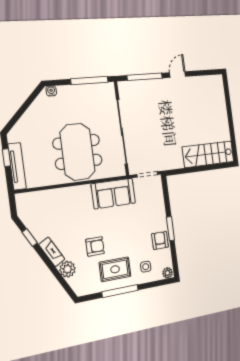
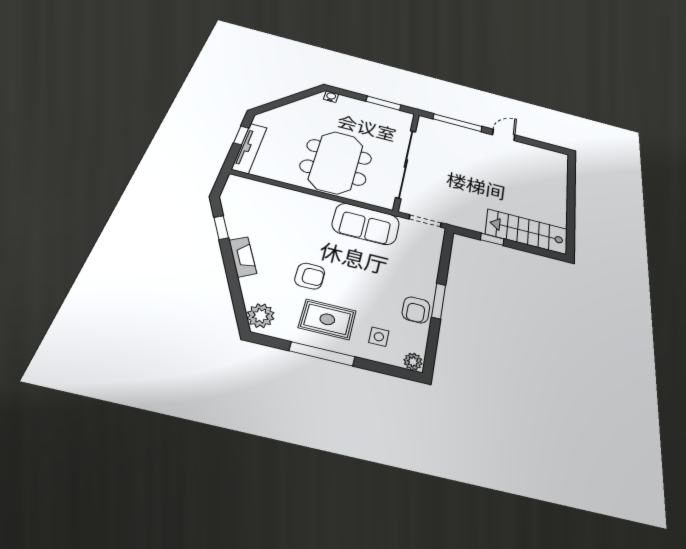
window: (89, 80) -> (383, 103), width x0.69
window: (190, 170) -> (492, 239), added
armchair: (160, 240) -> (416, 310), turned 180
plant: (67, 269) -> (261, 316), moved

